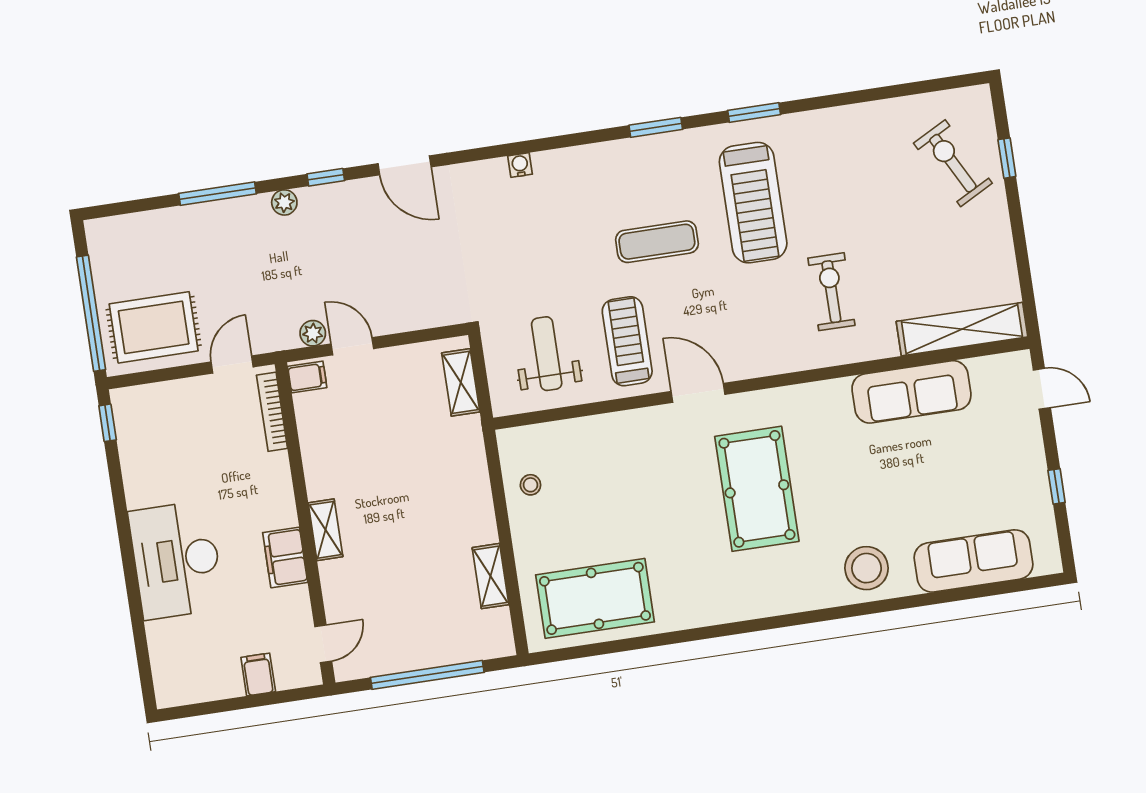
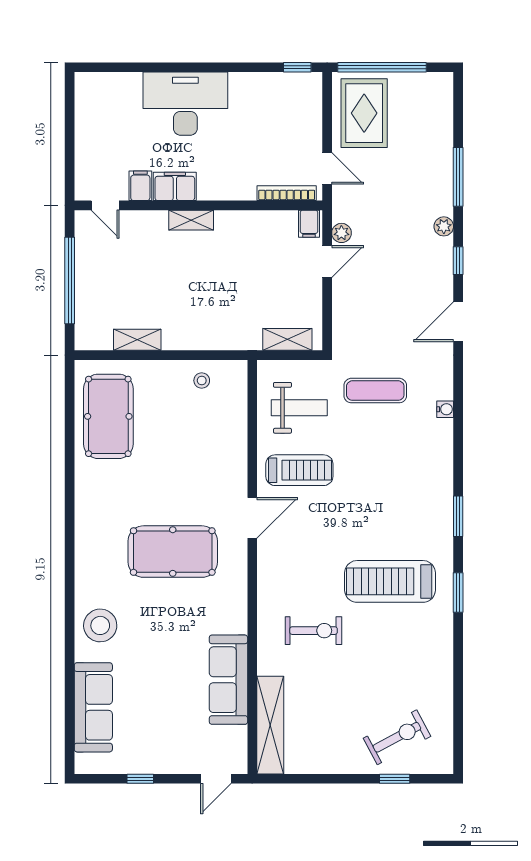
exercise mat: (657, 242) -> (375, 391), moved, turned 90
filing cabinet: (258, 675) -> (140, 186), moved, turned -90

